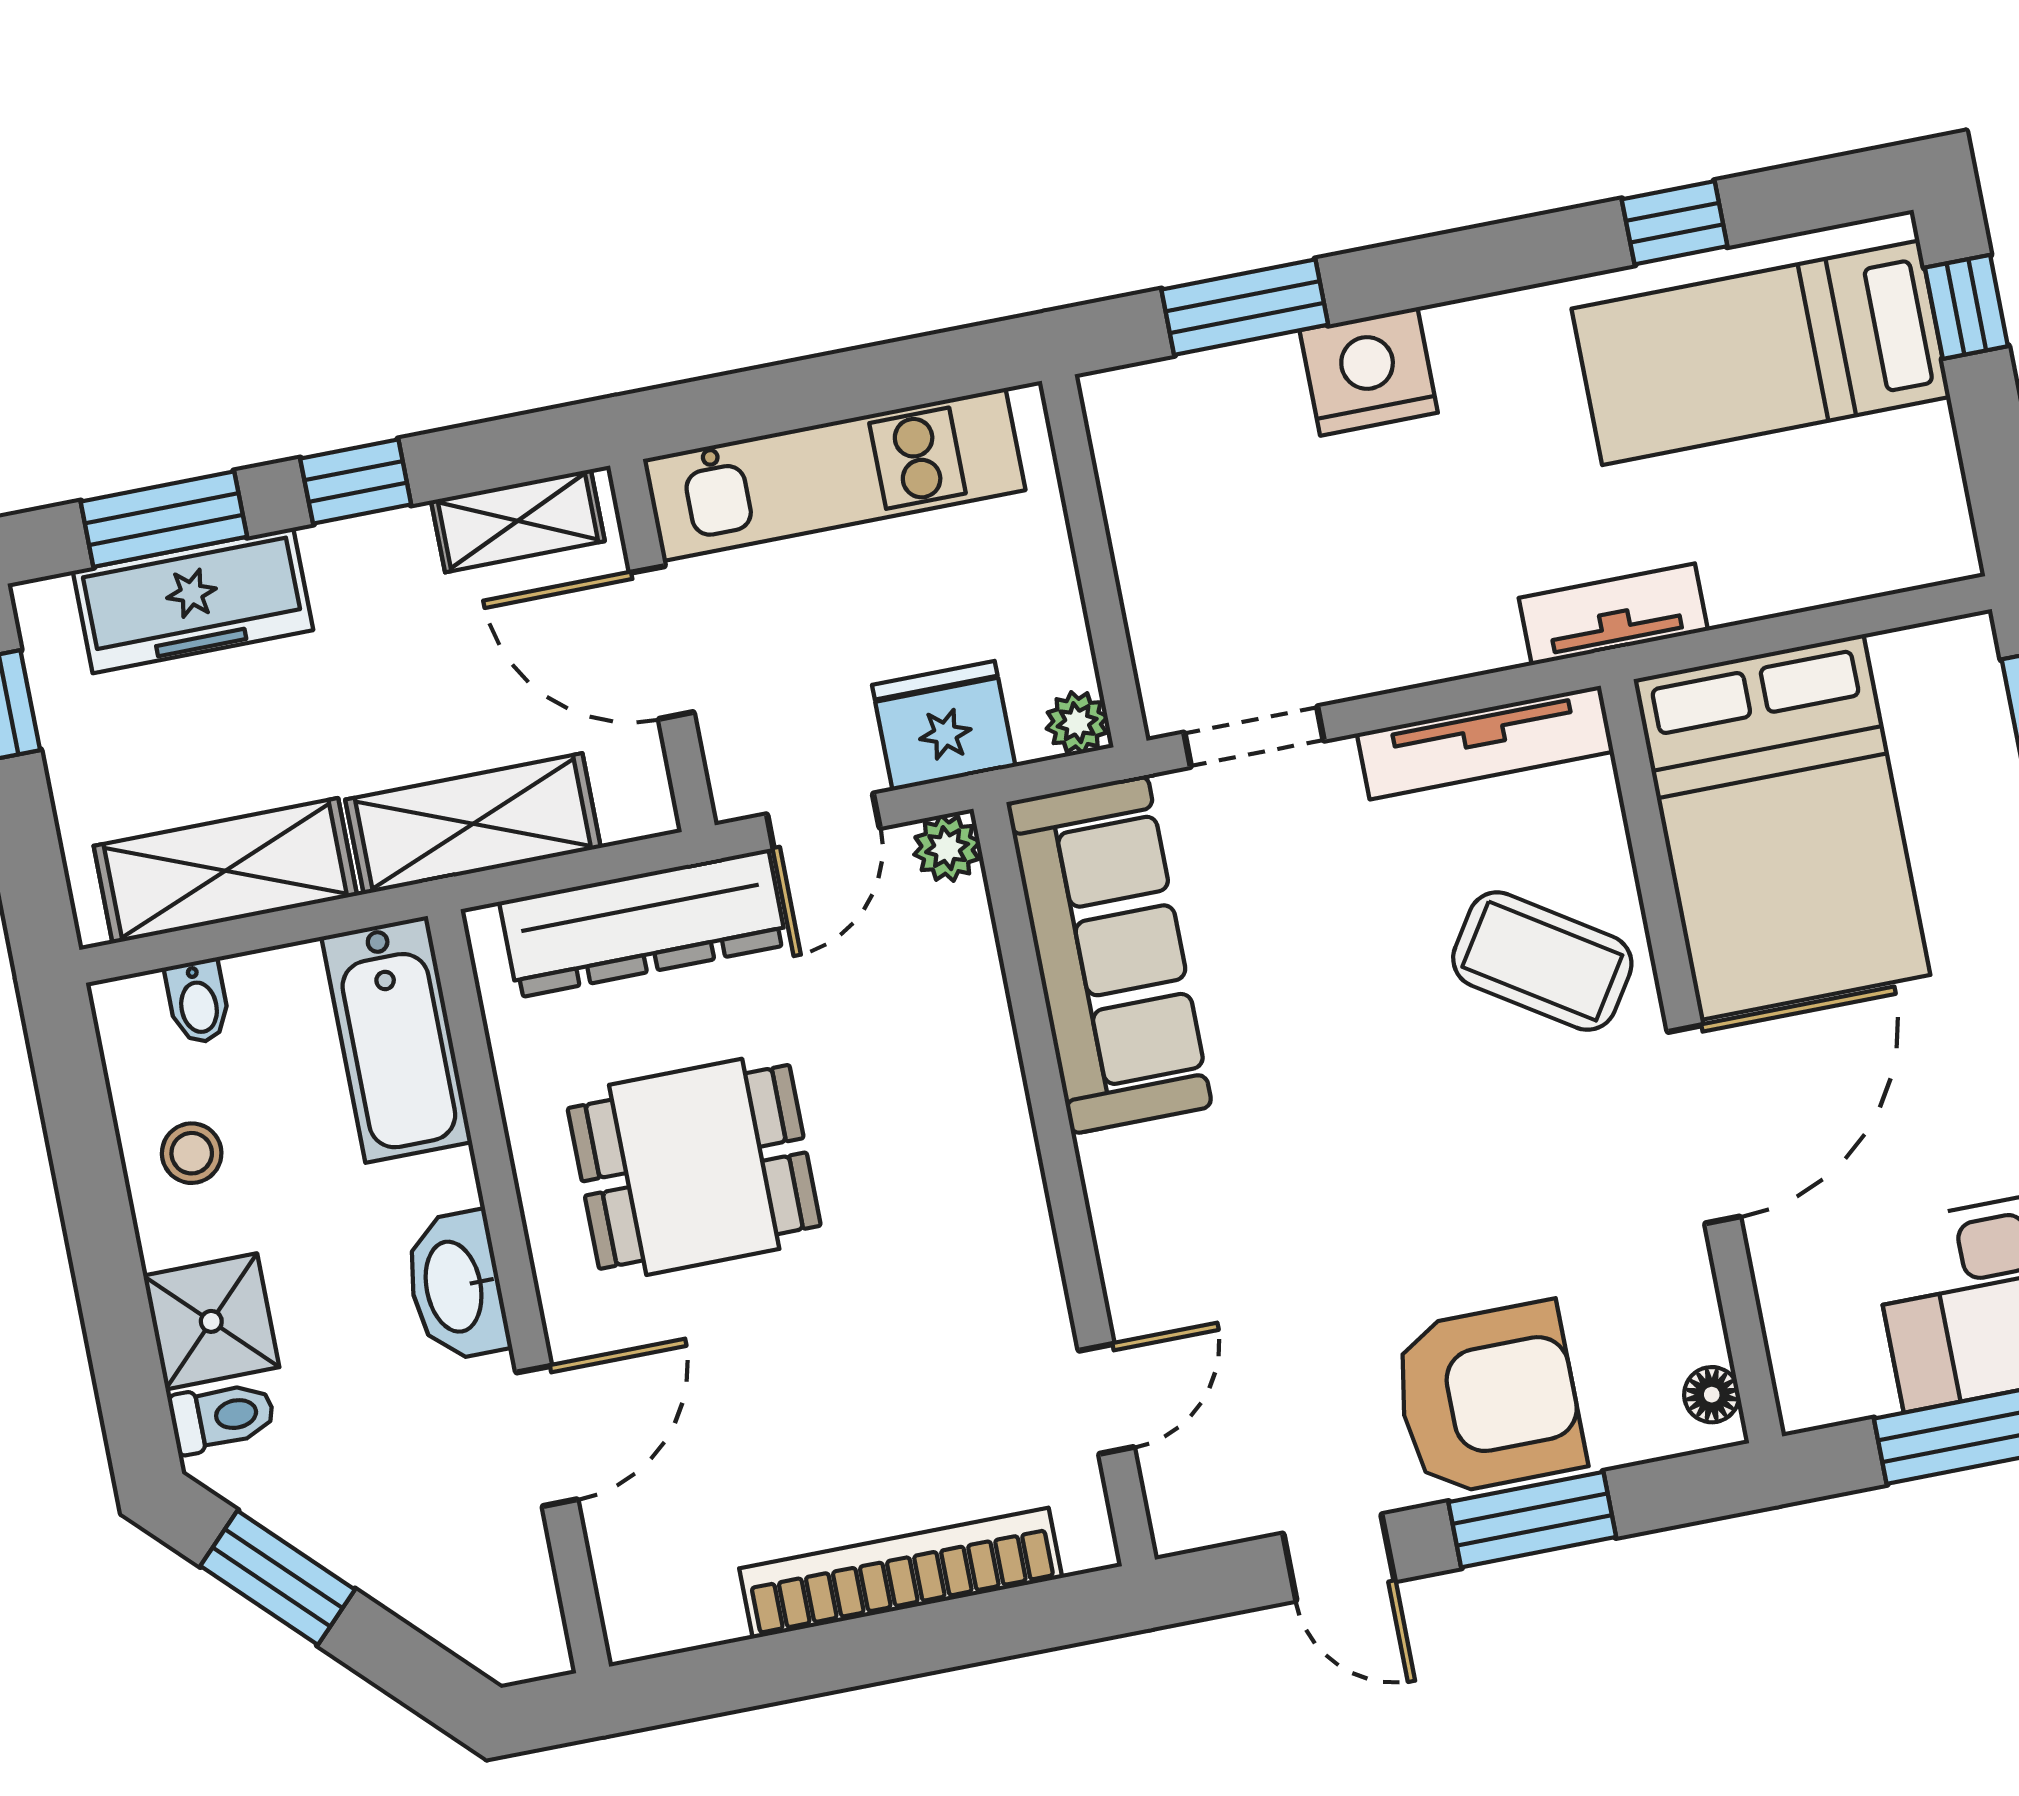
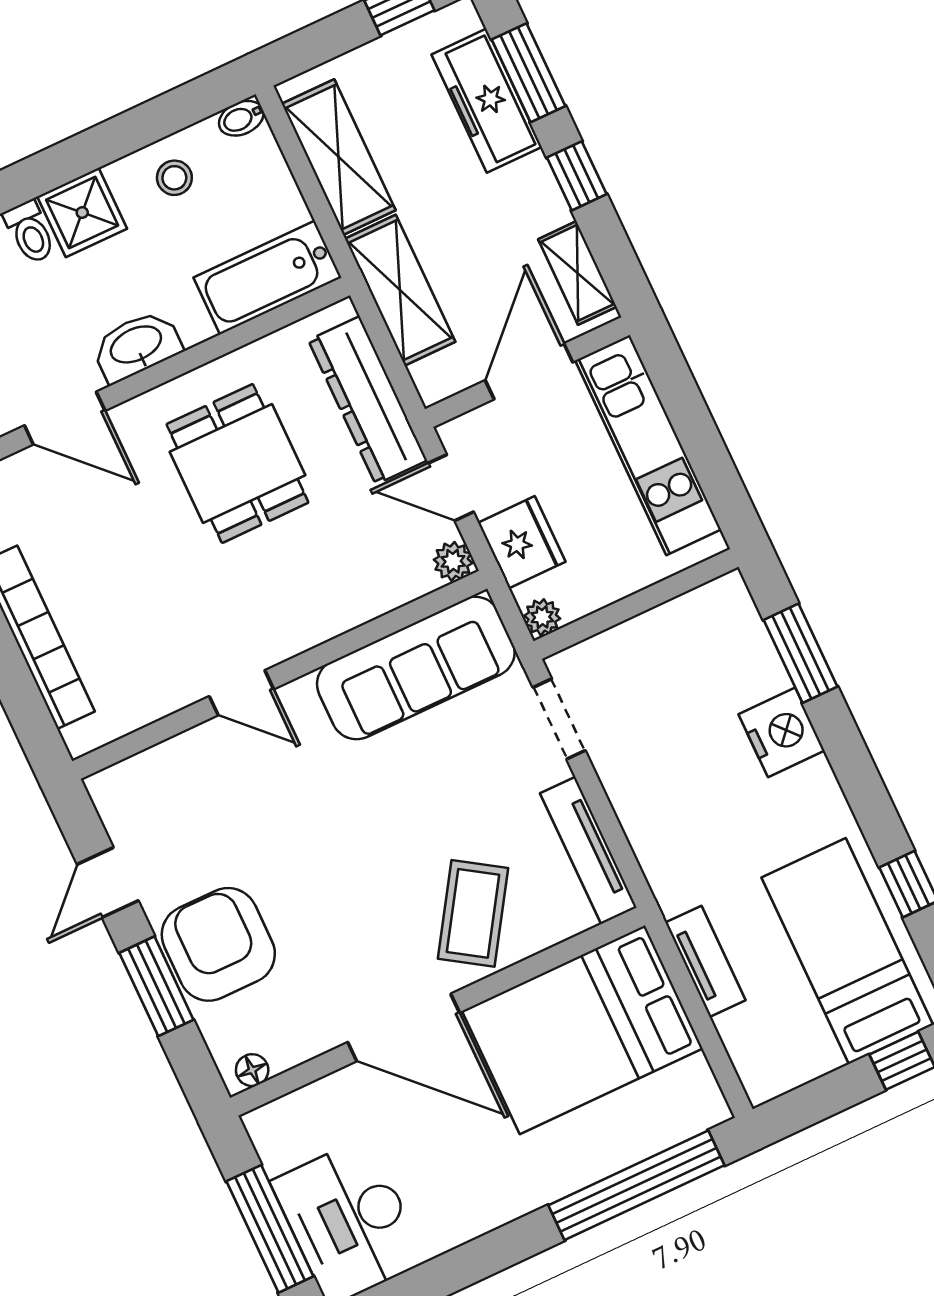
tv unit: (1613, 614) -> (705, 961), moved
bidet: (198, 1002) -> (241, 118), moved
door: (1106, 1399) -> (241, 693), moved
armchair: (1488, 1399) -> (218, 944), turned 180

